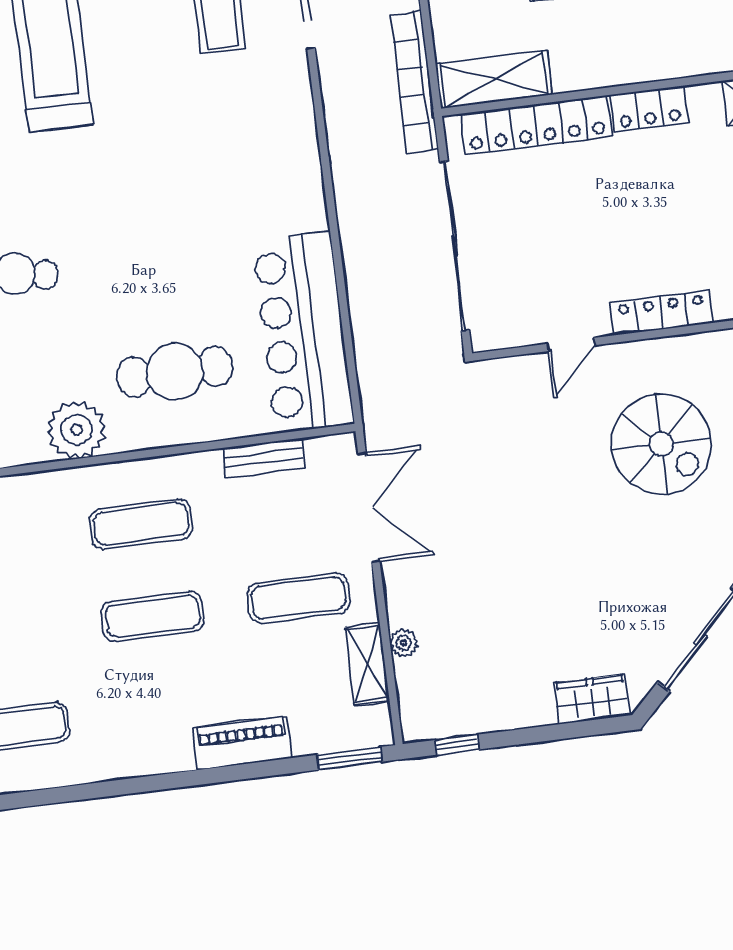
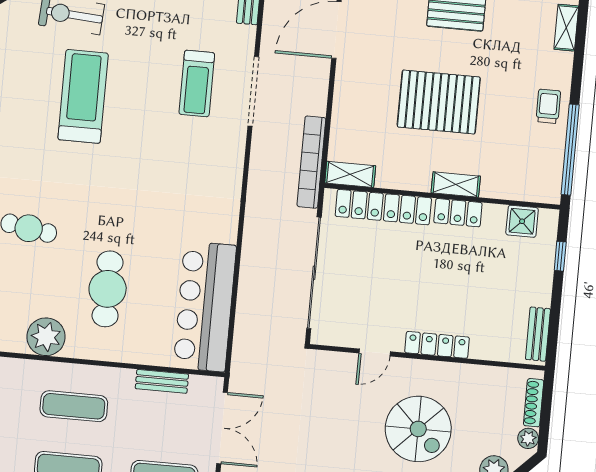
shelving: (637, 68) -> (456, 184), added
shelving: (494, 79) -> (350, 174), width x0.67, depth x0.75
cafe table: (175, 372) -> (108, 289), moved, turned 90

